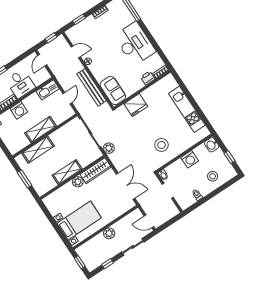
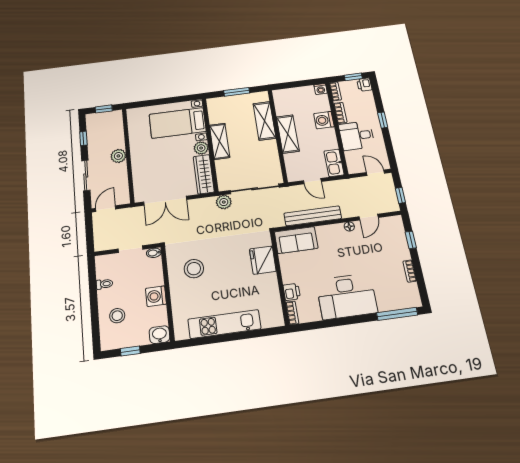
bed with nightstands: (79, 220) -> (178, 123), moved, turned 90

